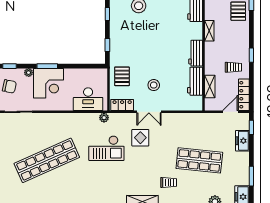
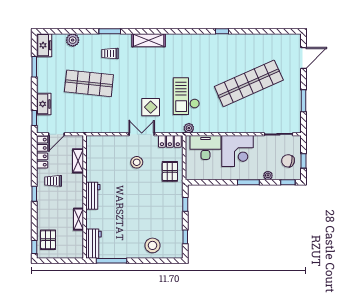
workbench: (195, 81) -> (93, 166), removed
corner desk: (49, 83) -> (237, 151), moved, turned 180
checkout: (106, 148) -> (186, 96), turned -90
trolley: (169, 182) -> (110, 53), moved

